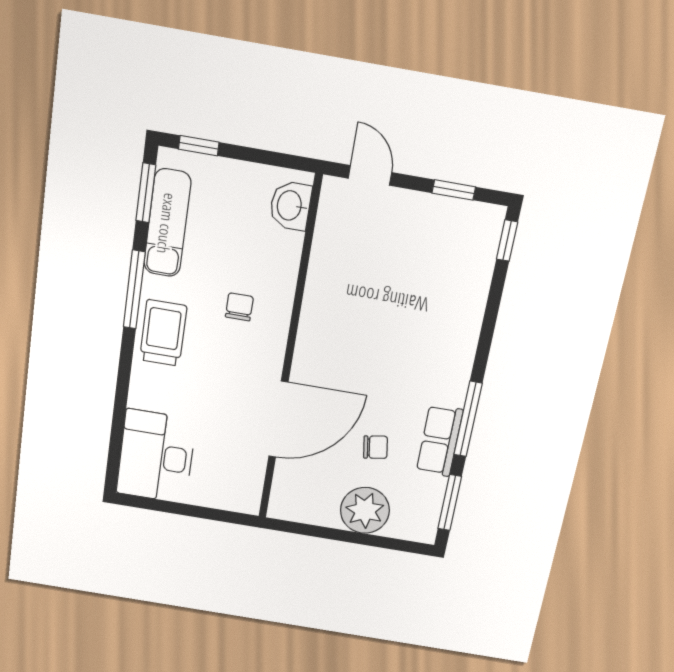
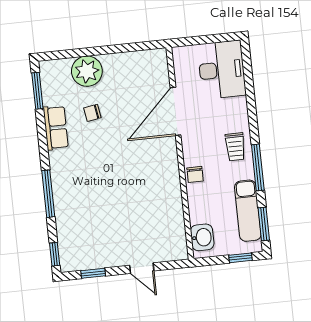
washbasin: (290, 206) -> (202, 237), moved
trolley: (163, 333) -> (235, 147), width x0.73, depth x0.72
wall: (289, 353) -> (180, 153), moved
door: (278, 419) -> (176, 111), moved
window: (468, 419) -> (48, 194), moved

